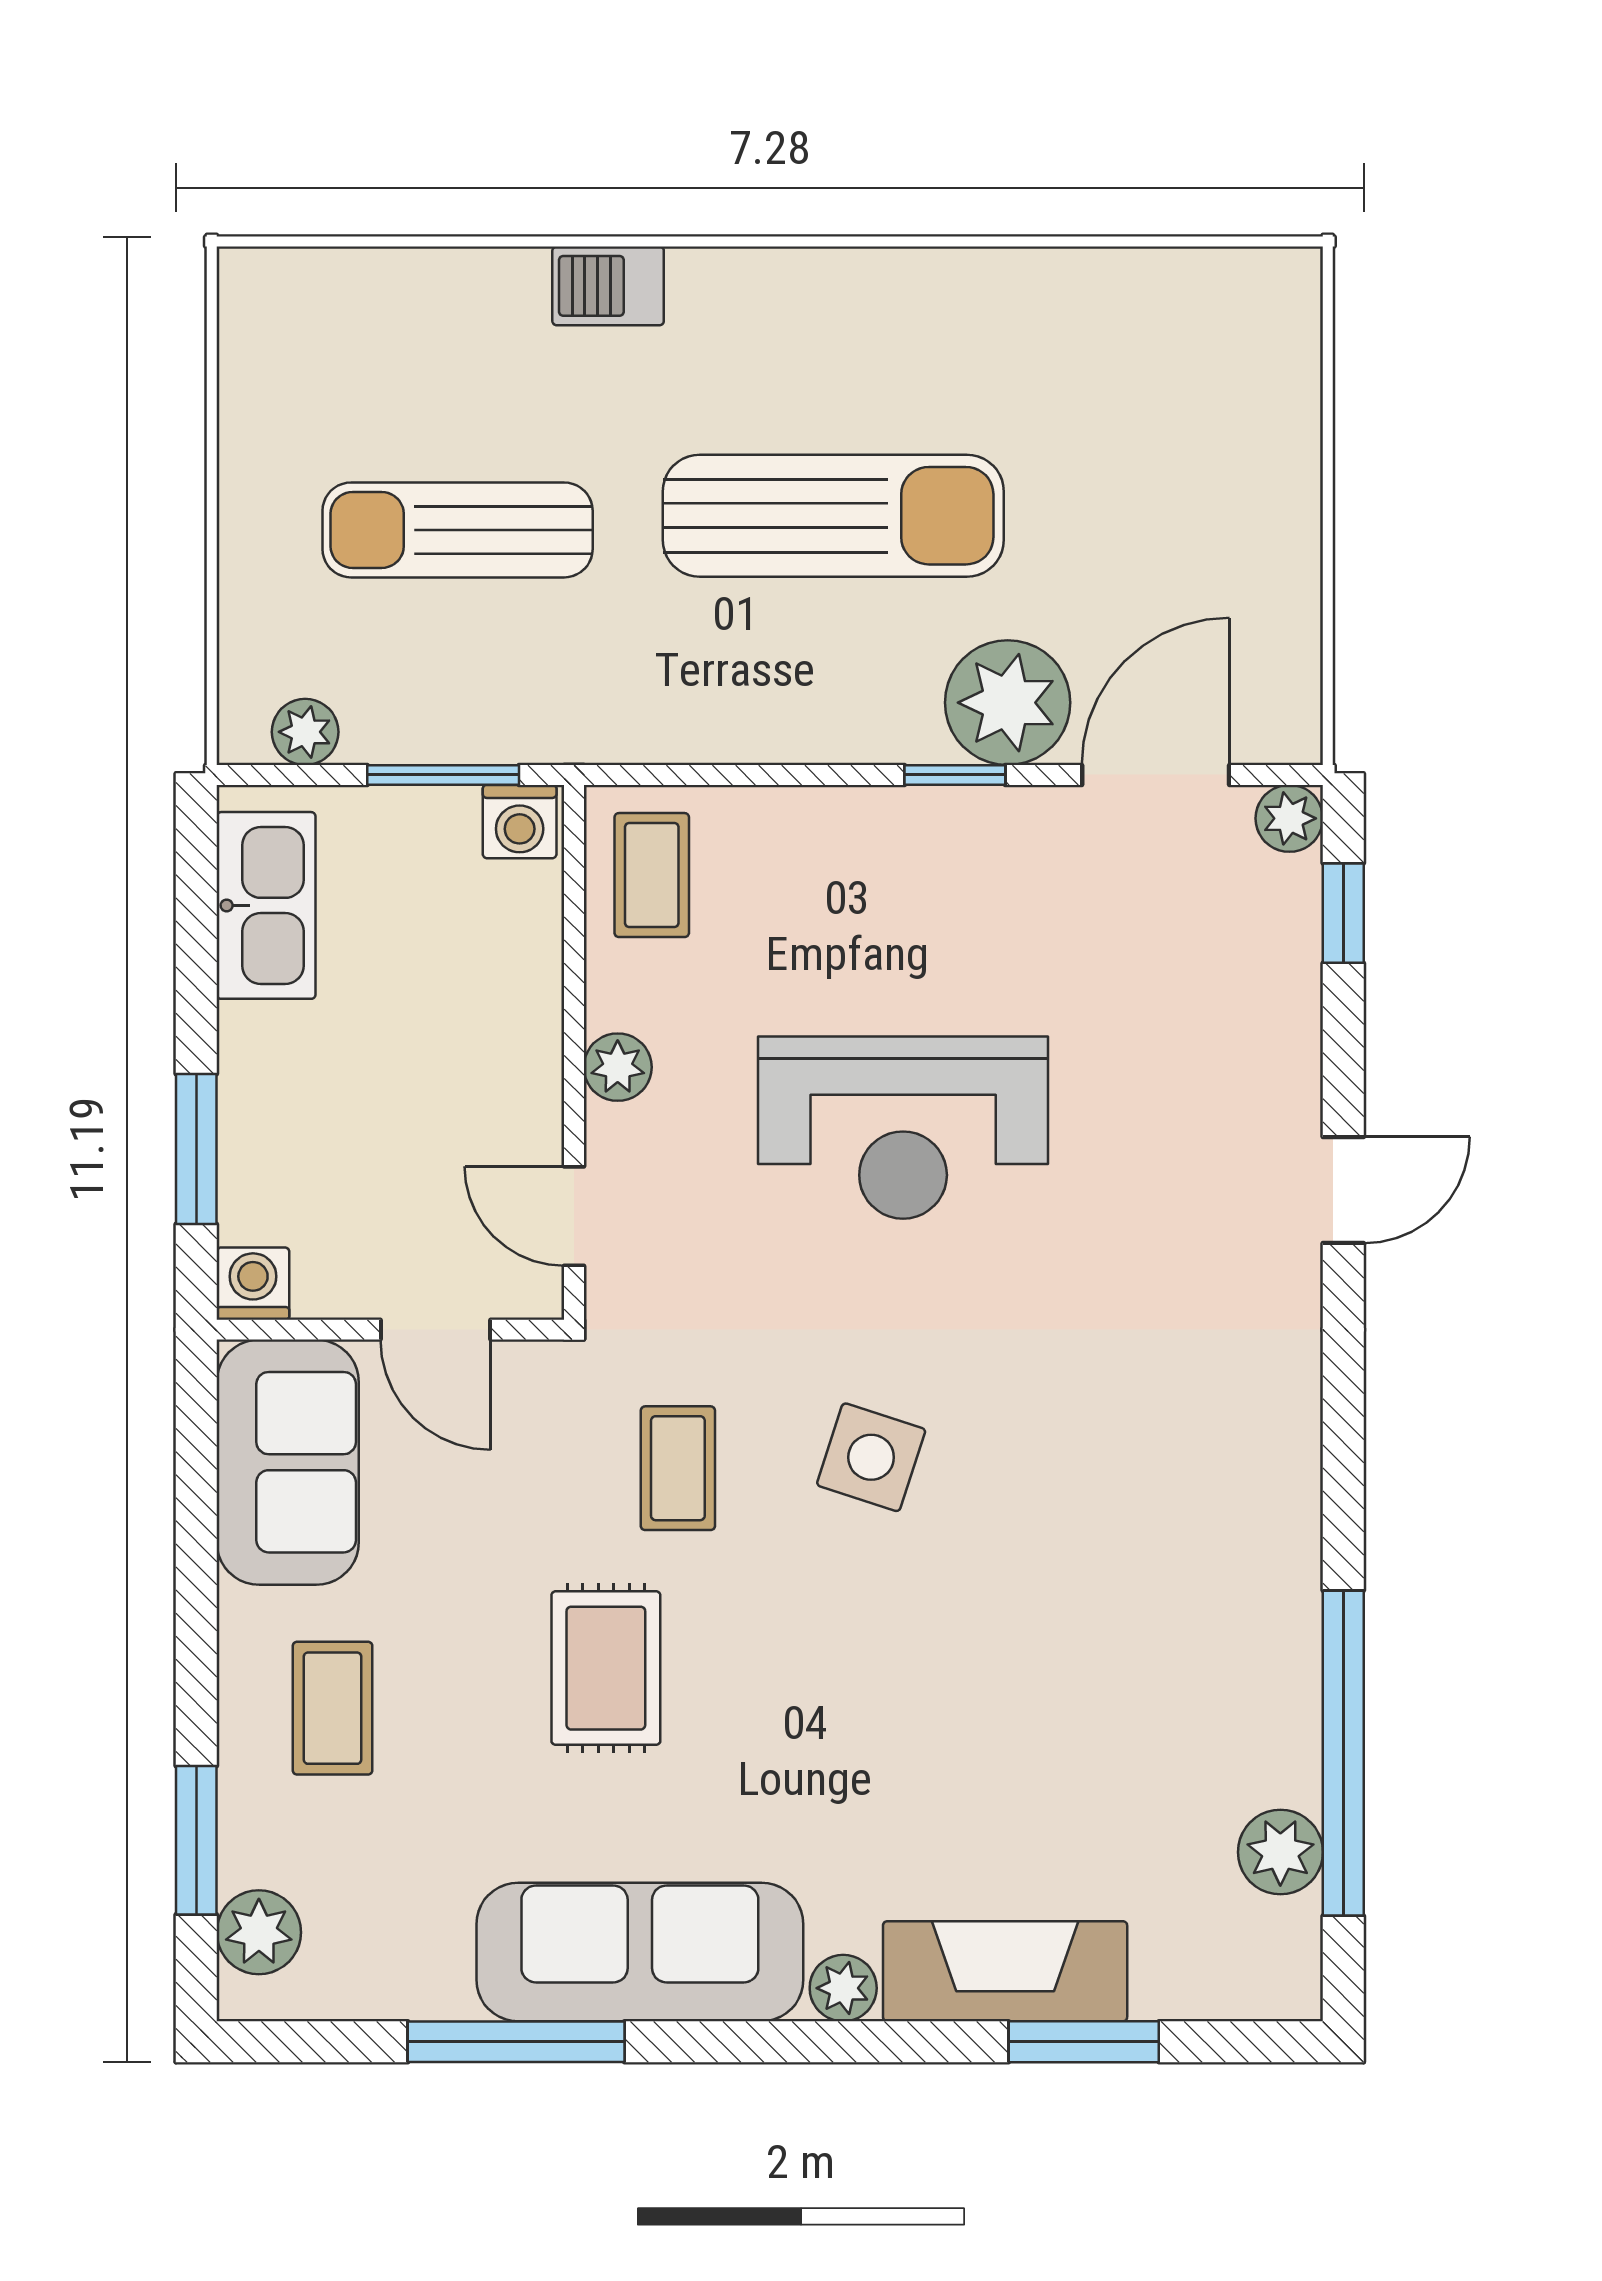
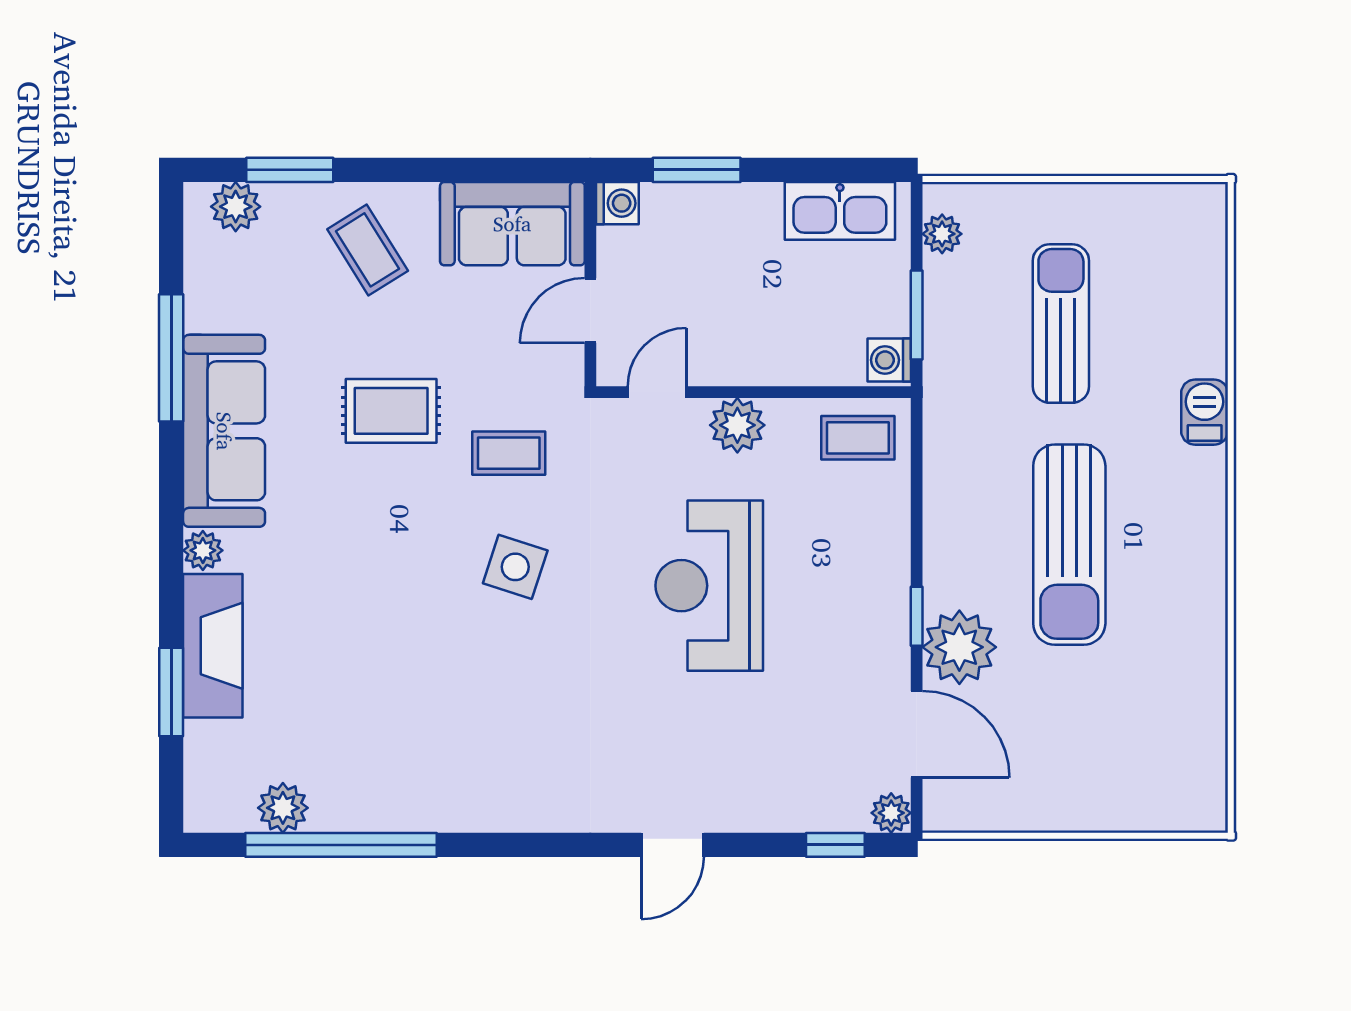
plant: (618, 1067) -> (737, 425), width x1.38, depth x1.38
door: (1343, 1190) -> (672, 845), hinge flipped
coffee table: (333, 1708) -> (368, 250), turned 58

